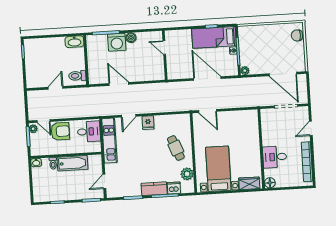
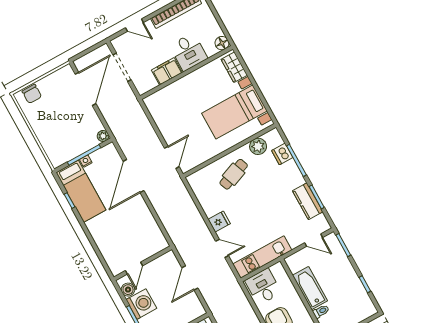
door: (164, 47) -> (134, 268), moved
wall: (165, 55) -> (143, 263), moved
filing cabinet: (268, 136) -> (167, 71), added
kitchen counter: (154, 189) -> (308, 201), moved

